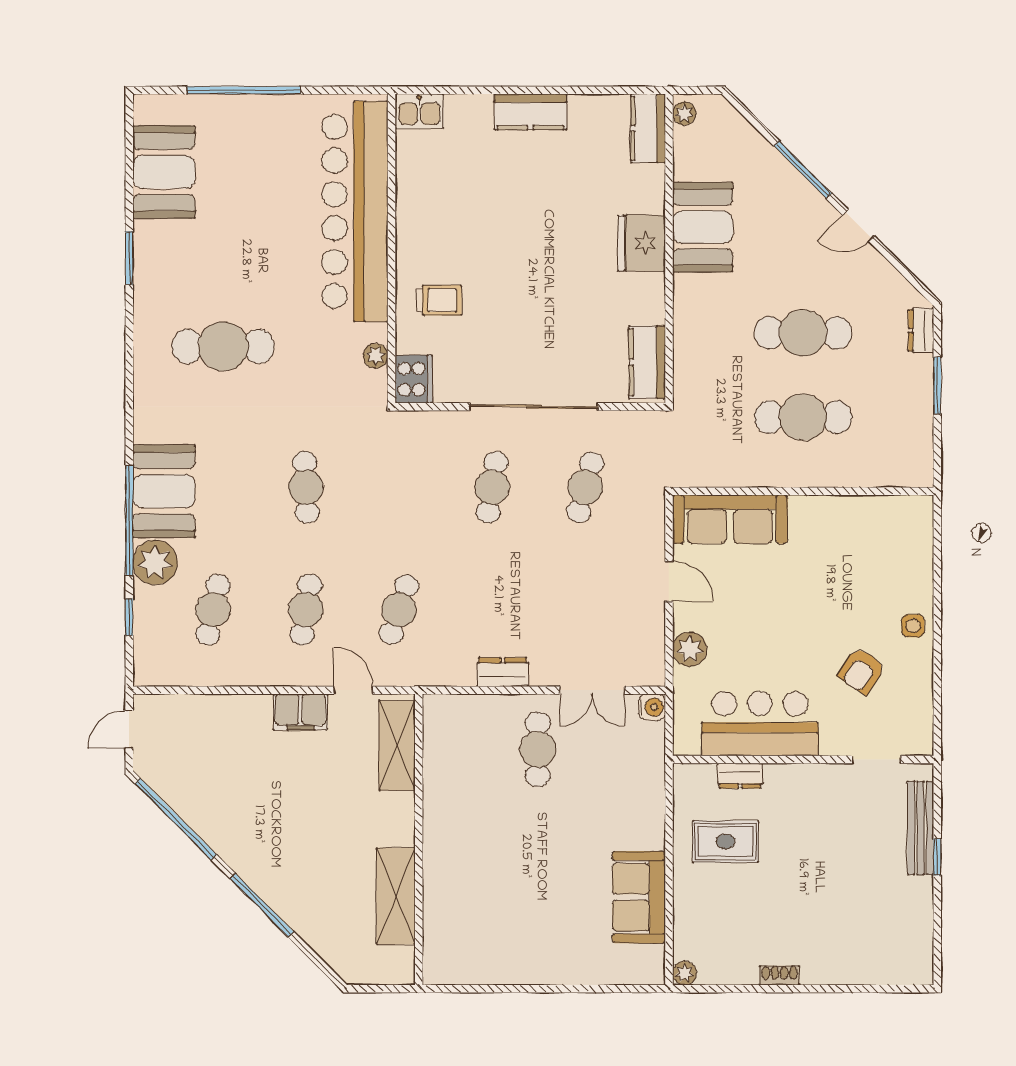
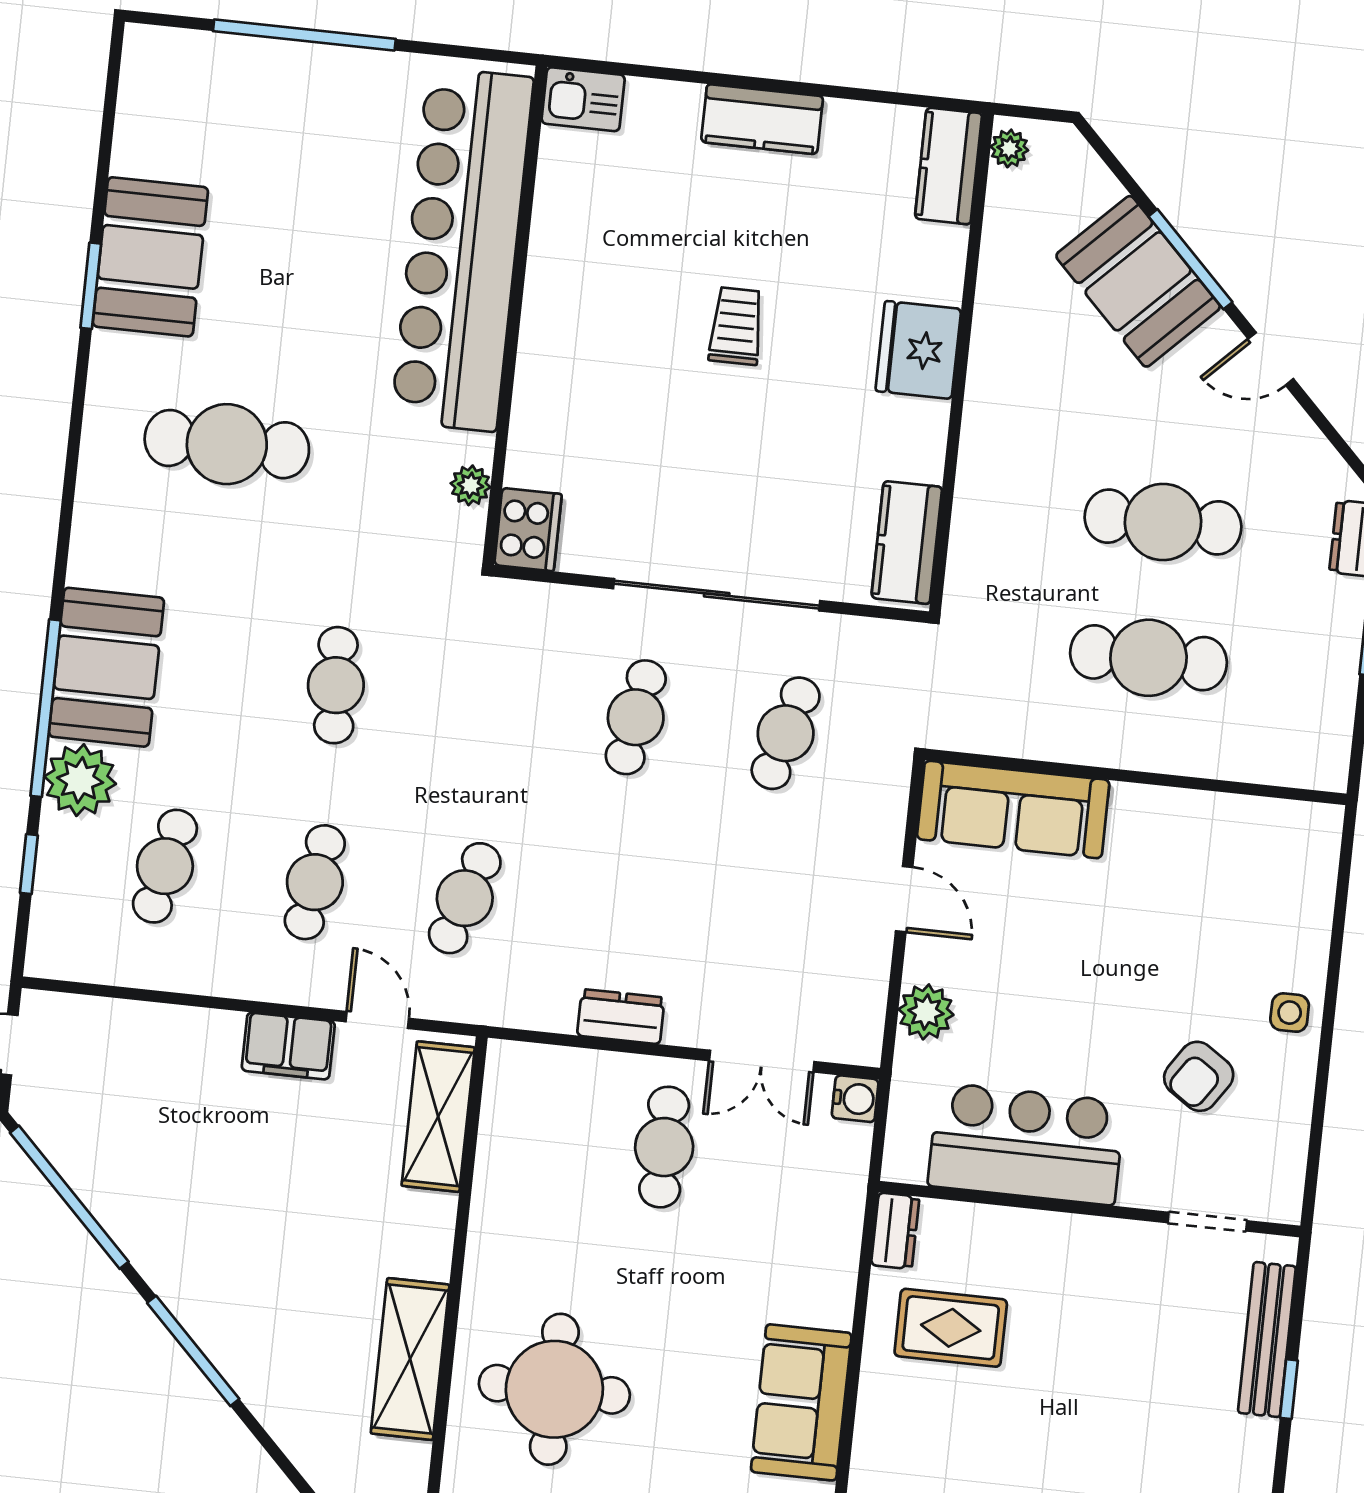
booth: (164, 172) -> (150, 257), moved
booth: (703, 227) -> (1138, 281), moved, turned -45
trolley: (439, 300) -> (736, 326), moved, turned -90
dresser: (740, 776) -> (895, 1231), moved, turned -90
round table: (486, 905) -> (554, 1389), added

